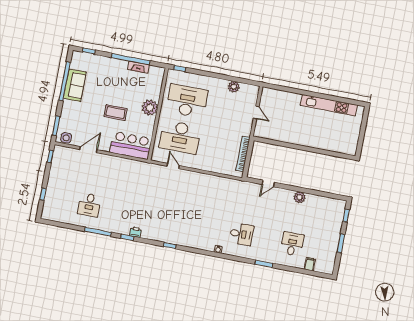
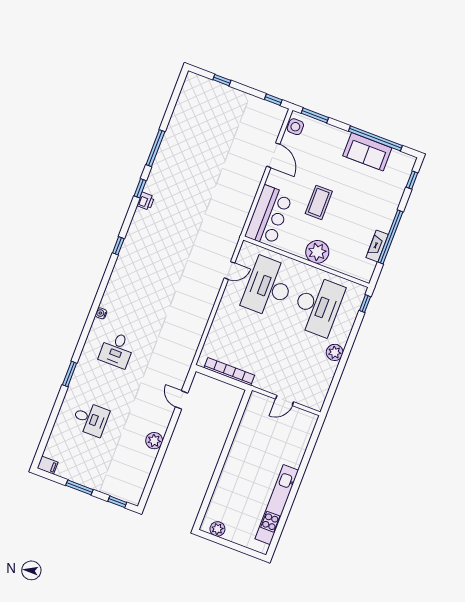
plant: (234, 87) -> (335, 352), moved
plant: (353, 143) -> (217, 529), added
desk: (89, 205) -> (195, 143), removed
filing cabinet: (310, 264) -> (47, 465), moved

